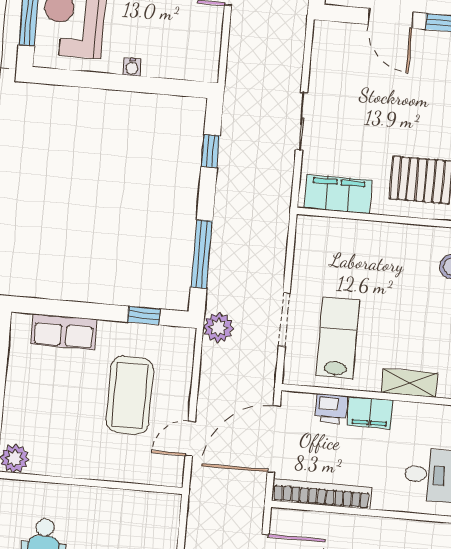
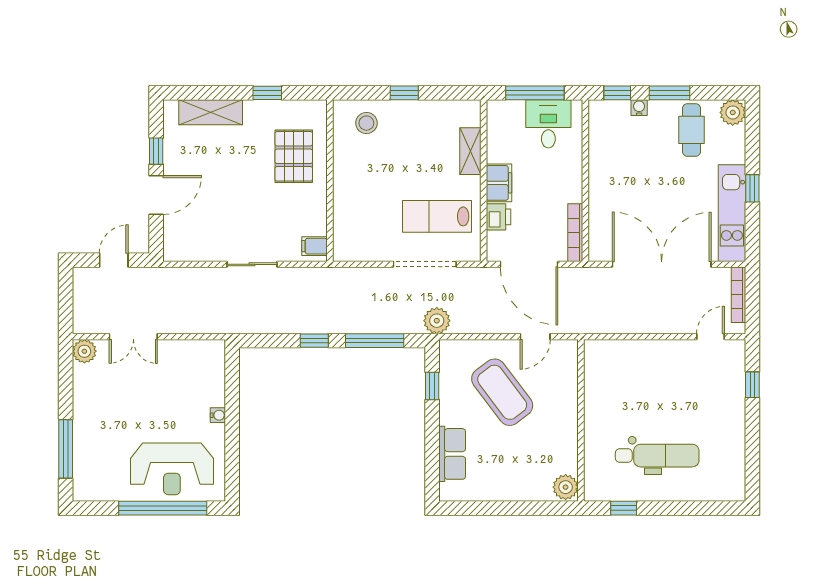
window: (211, 151) -> (314, 341), moved
filing cabinet: (338, 194) -> (314, 246), width x0.33, depth x0.86
doorway: (284, 319) -> (425, 264), width x1.36
coffee table: (130, 395) -> (502, 392), turned 53
door: (190, 439) -> (535, 337), hinge flipped
bookcase: (322, 494) -> (575, 233), width x0.68, depth x0.76

